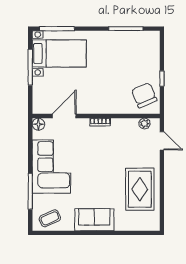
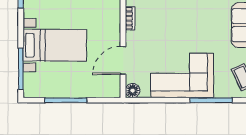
bed with nightstands: (59, 53) -> (55, 45), moved, turned 90
door: (64, 116) -> (123, 60), hinge flipped

